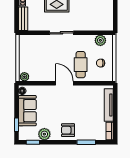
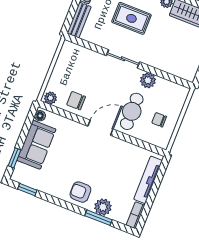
plant: (100, 40) -> (148, 80), moved
chair: (42, 72) -> (76, 101), added
door: (64, 83) -> (100, 128), hinge flipped
plant: (44, 134) -> (103, 207), moved

